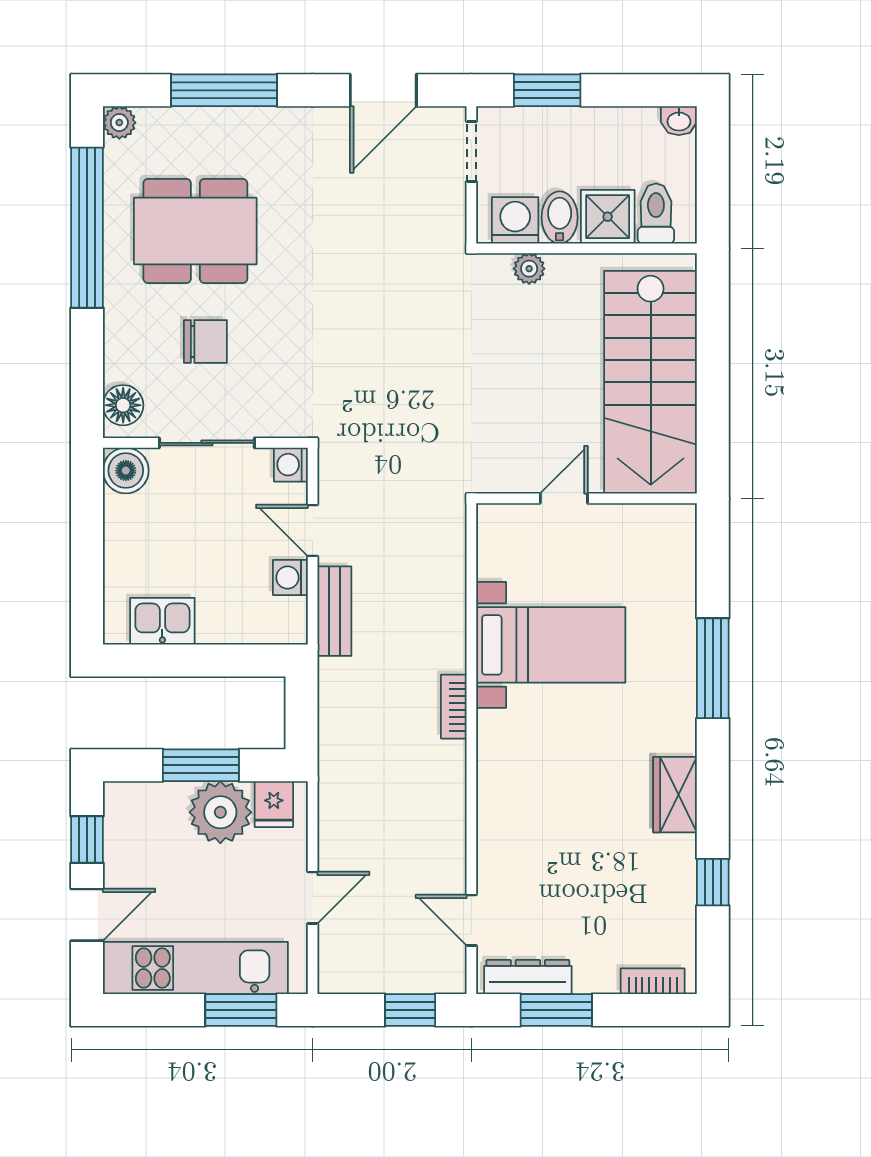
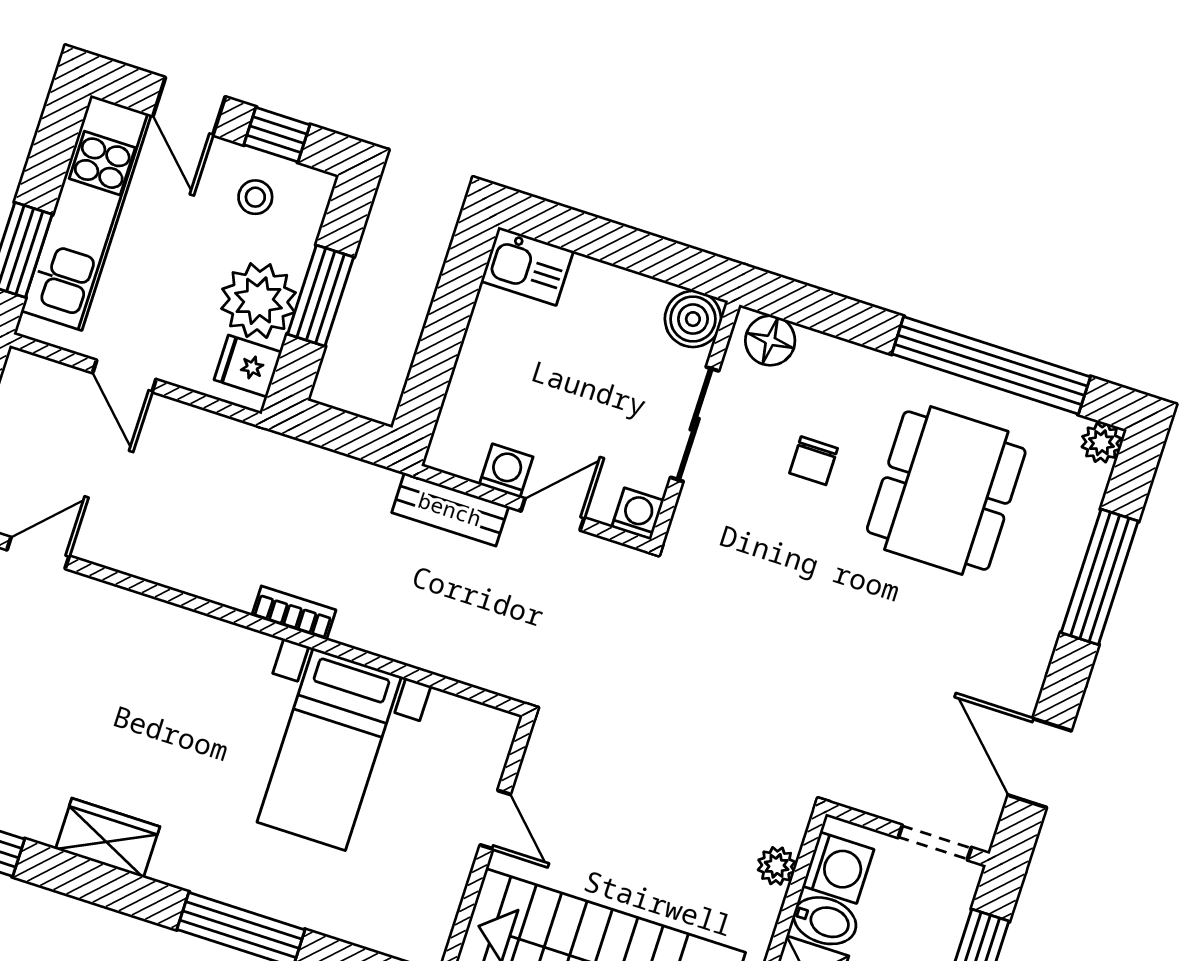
chair: (205, 341) -> (813, 461), width x0.73, depth x0.73
kitchen sink: (162, 621) -> (527, 266), moved, turned 90
stool: (141, 841) -> (255, 197), added

